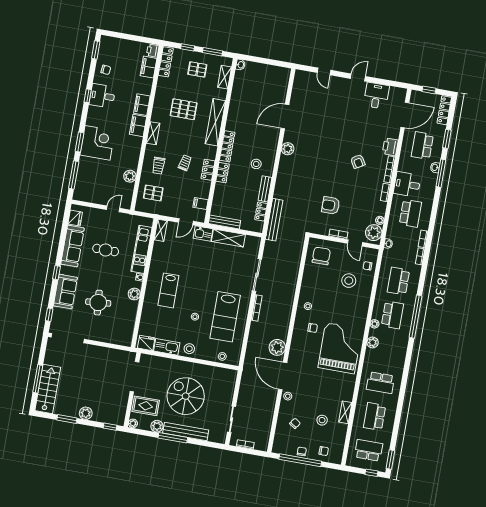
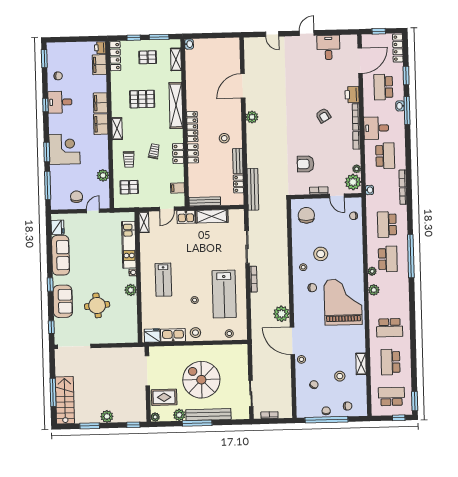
chair: (100, 192) -> (77, 197), added
cafe table: (106, 250) -> (94, 253), removed
stool: (349, 281) -> (321, 254), moved

